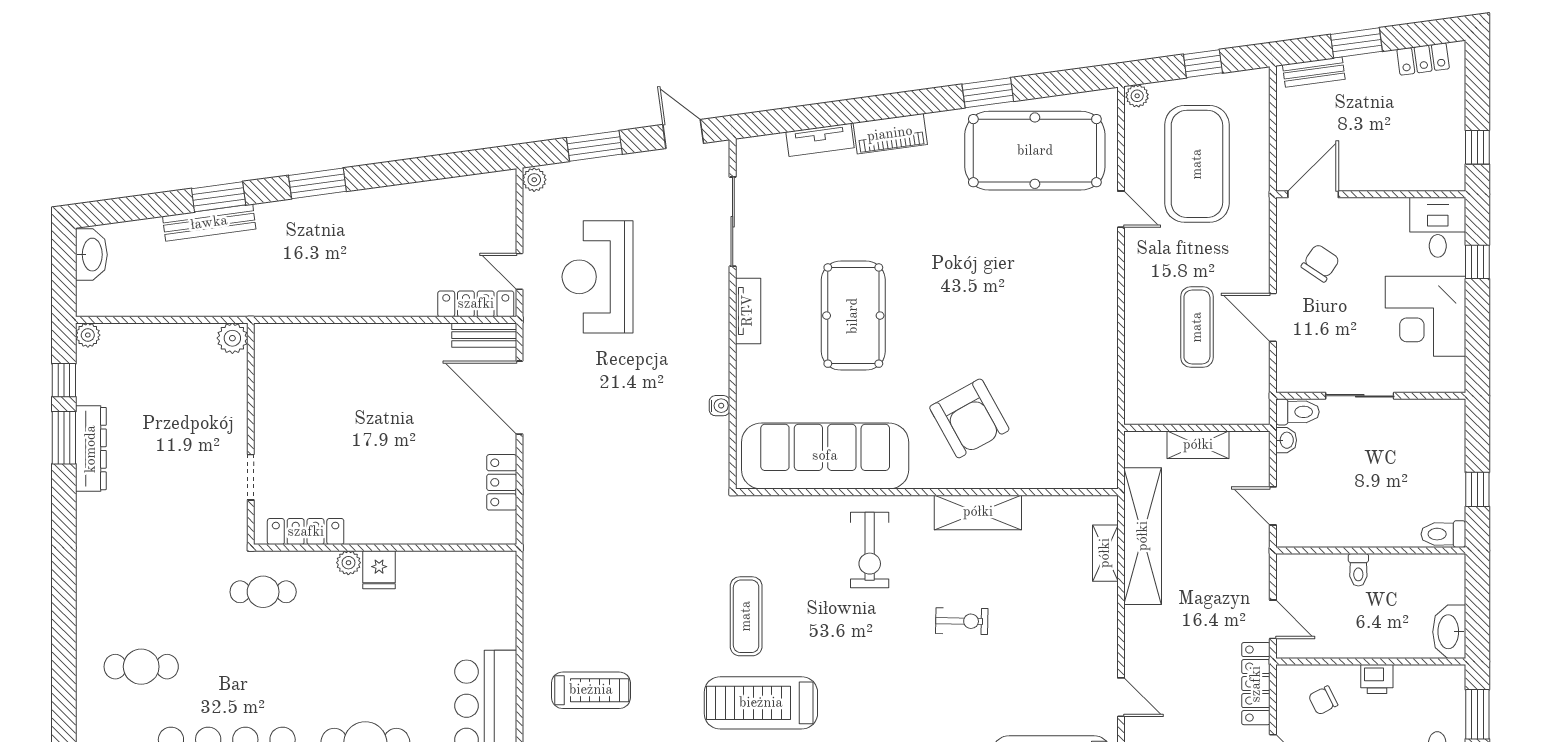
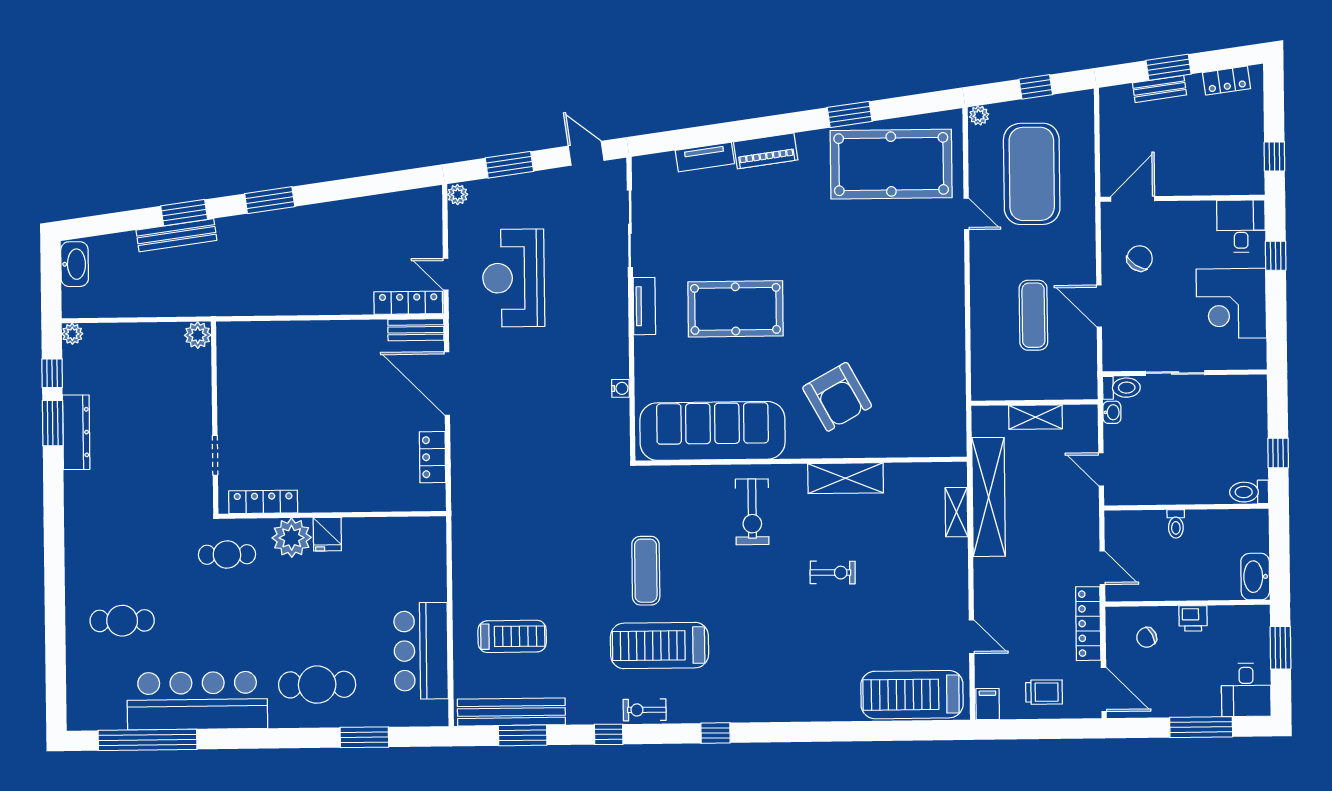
bench: (1314, 72) -> (1159, 89), moved
pool table: (853, 316) -> (735, 309), turned 90
plant: (348, 563) -> (292, 538), width x1.88, depth x1.88

